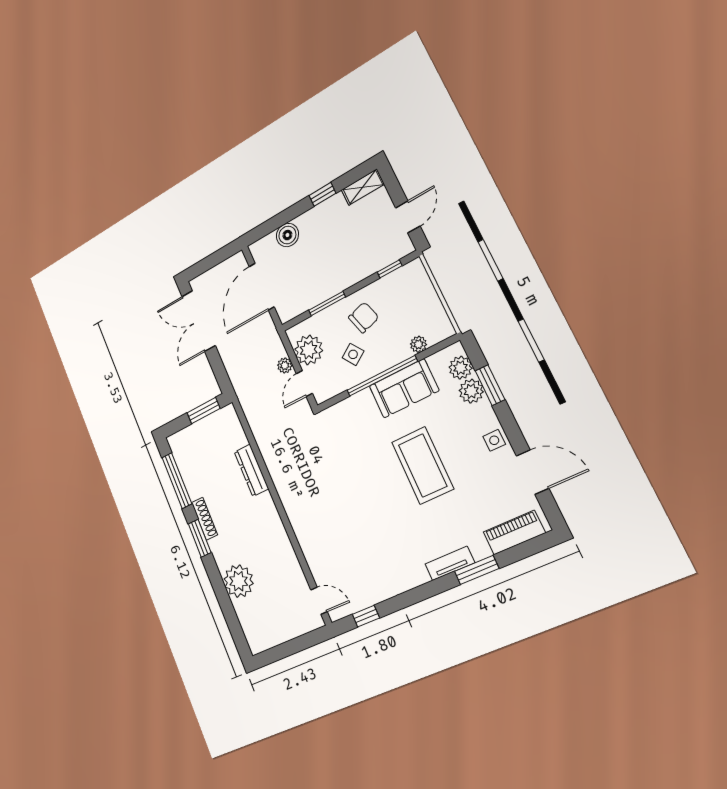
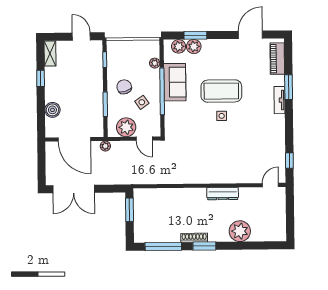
plant: (285, 365) -> (105, 146), moved
side table: (494, 440) -> (222, 116), moved
dresser: (251, 470) -> (223, 194), moved

